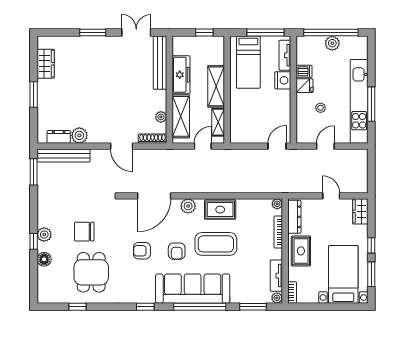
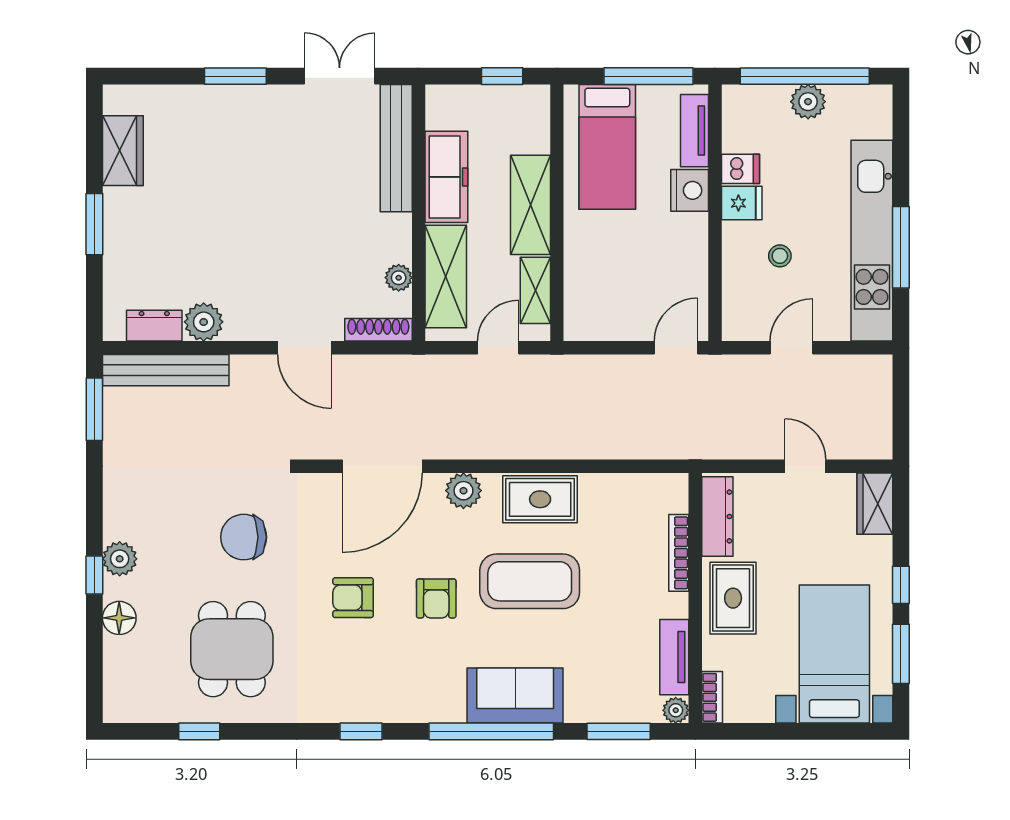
plant: (277, 204) -> (676, 485), removed
chair: (84, 232) -> (244, 537), moved
sofa: (193, 289) -> (515, 695), width x0.54, depth x0.79

